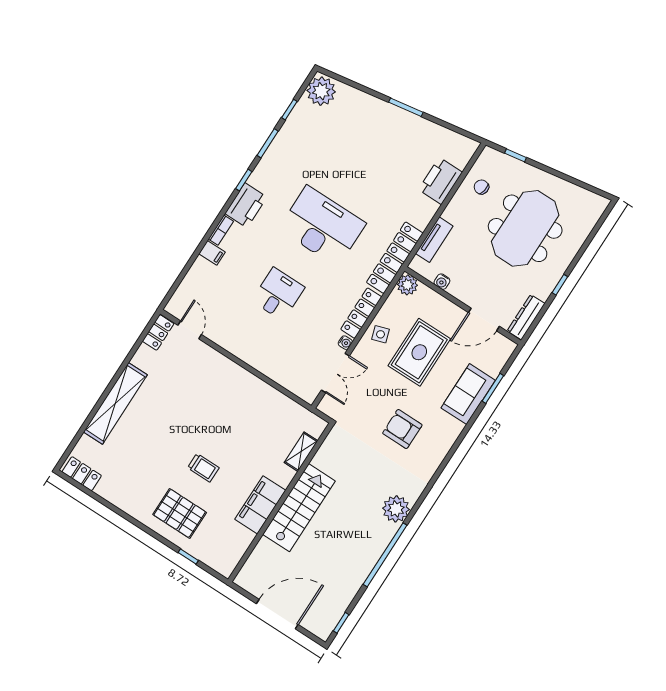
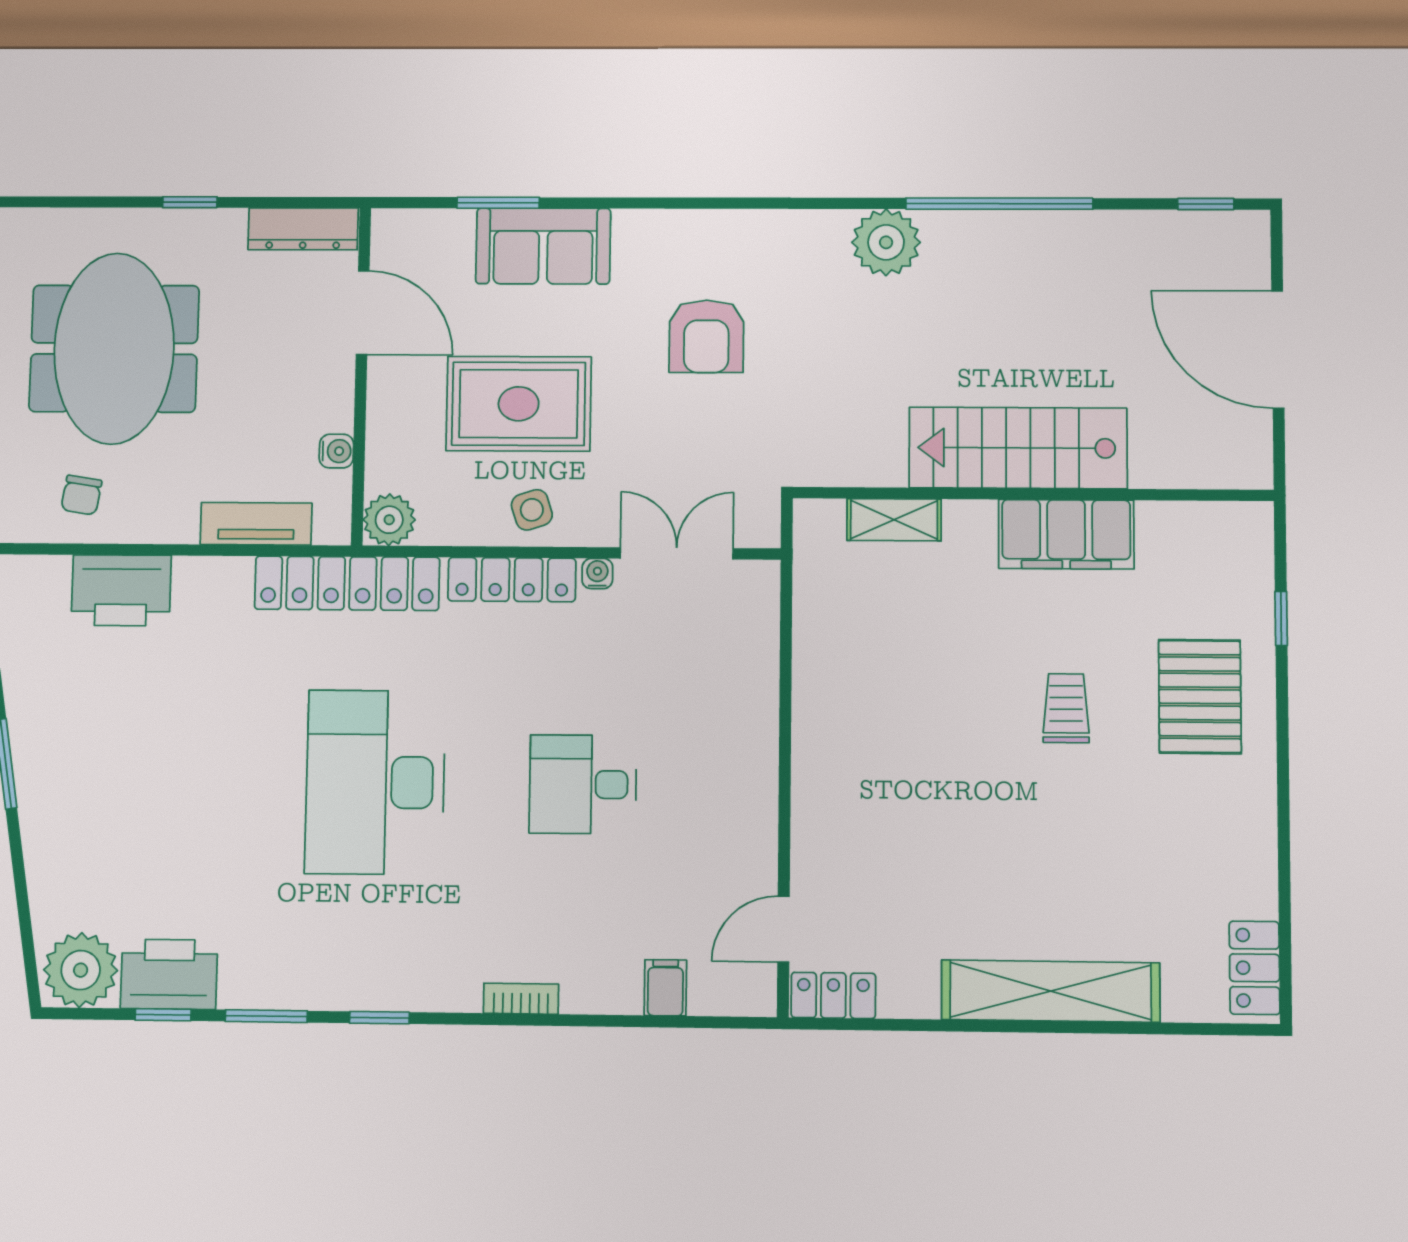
printer: (246, 205) -> (169, 974), moved
meeting table: (525, 228) -> (114, 349), turned 90
filing cabinet: (212, 253) -> (665, 988), moved

